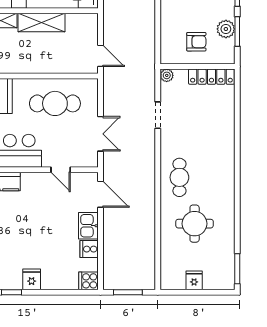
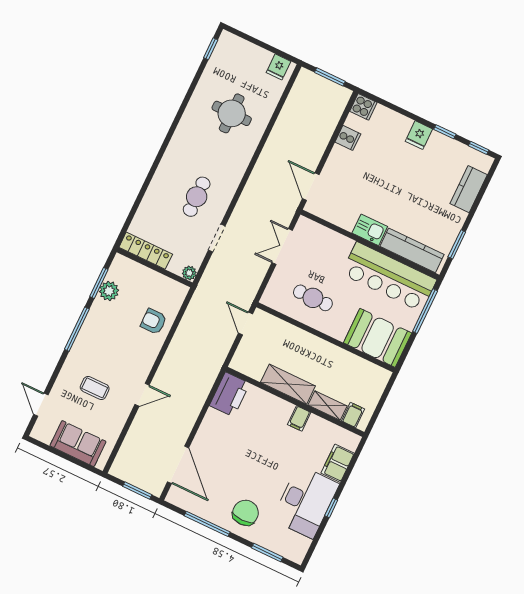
armchair: (196, 42) -> (154, 321), moved
cafe table: (55, 103) -> (313, 298), width x0.73, depth x0.74
door: (61, 170) -> (339, 230), removed
cafe table: (179, 177) -> (197, 197), moved
kitchen sink: (88, 226) -> (370, 230), moved, turned -90
window: (237, 269) -> (211, 49), width x0.67
fridge: (194, 280) -> (279, 67), moved

